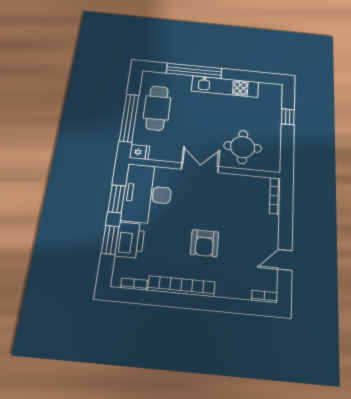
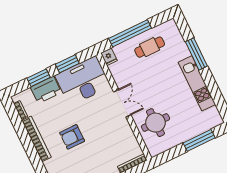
window: (194, 71) -> (196, 54), width x0.68
cafe table: (157, 108) -> (150, 47), width x0.73, depth x0.74
window: (288, 117) -> (199, 140), width x2.17

